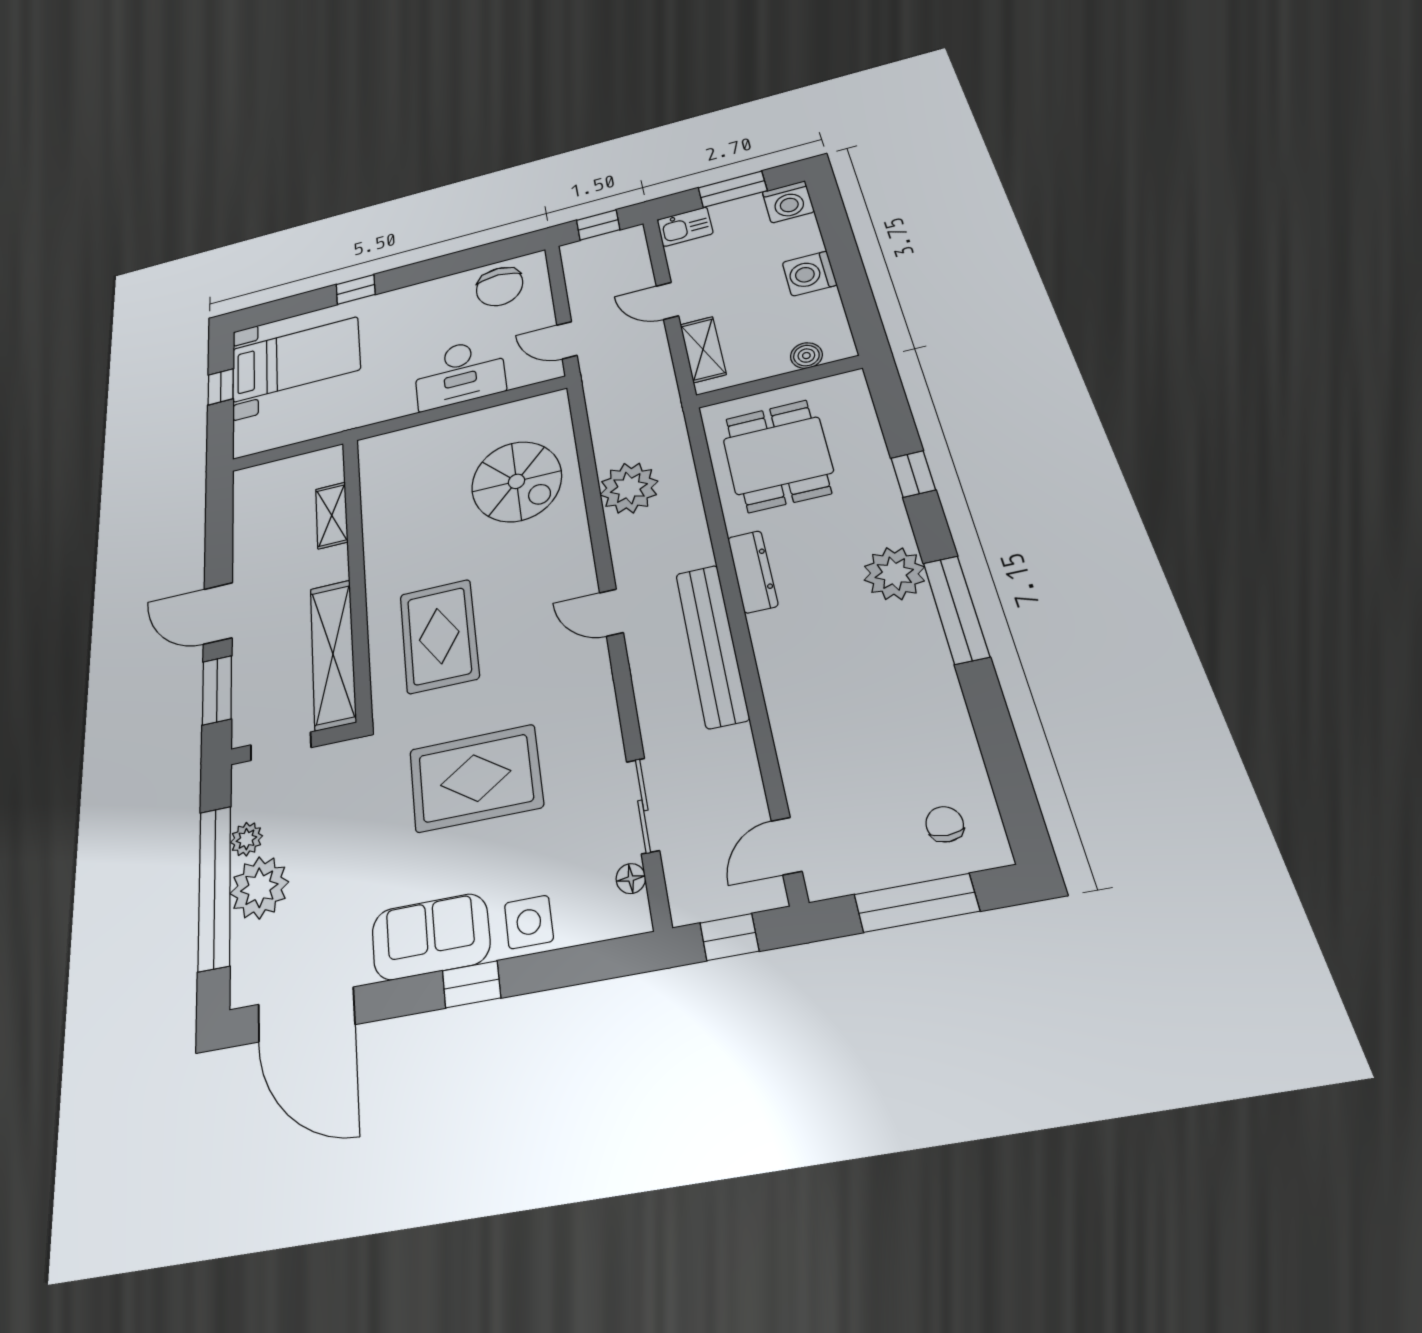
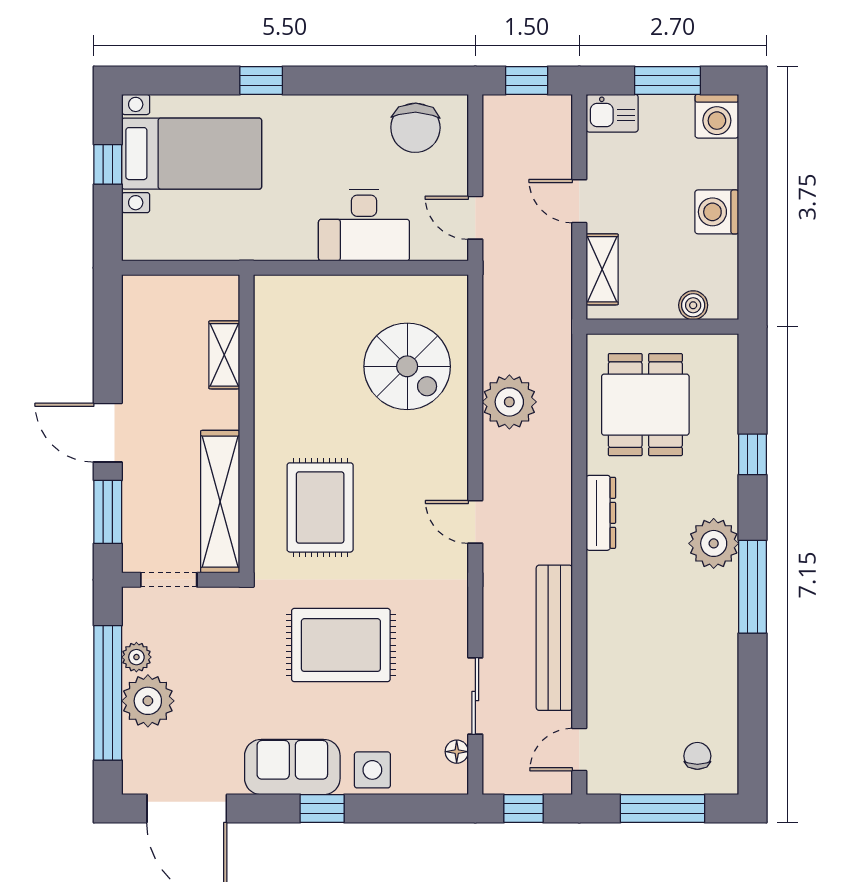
bench: (712, 645) -> (554, 638), moved

